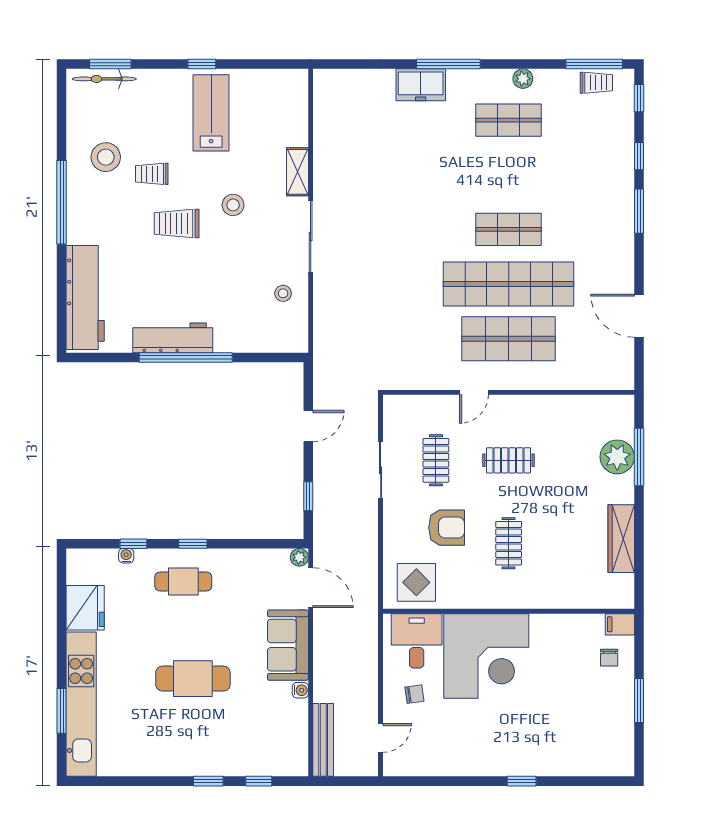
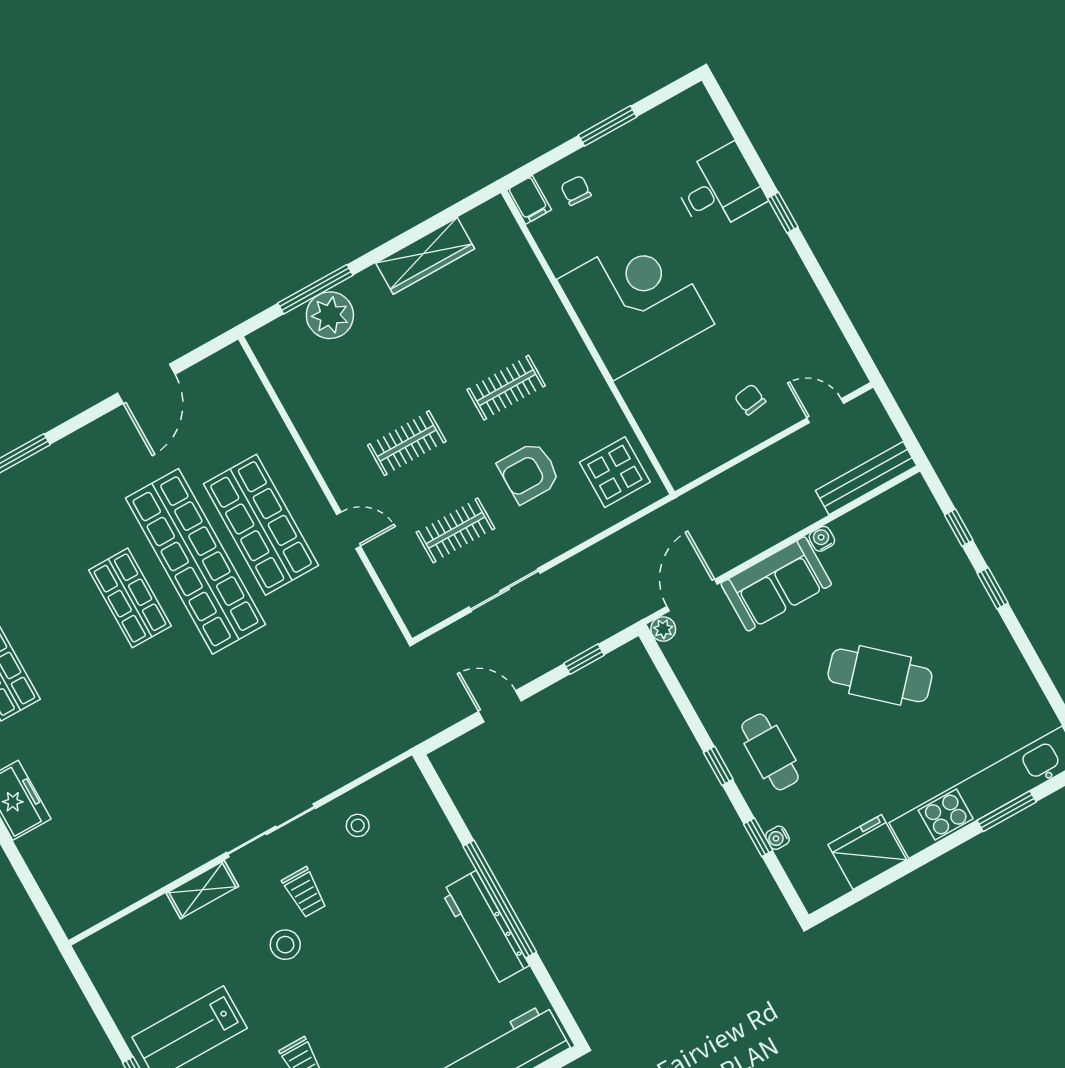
trolley: (177, 224) -> (305, 892), moved, width x0.73, depth x0.72
clothes rail: (509, 460) -> (407, 443), turned 90
armchair: (447, 528) -> (529, 473), turned -90
desk: (417, 641) -> (719, 189), moved, turned 180
corner desk: (486, 656) -> (636, 302), moved
chair: (609, 658) -> (576, 190), turned -87
cafe table: (193, 679) -> (880, 675), turned -48

